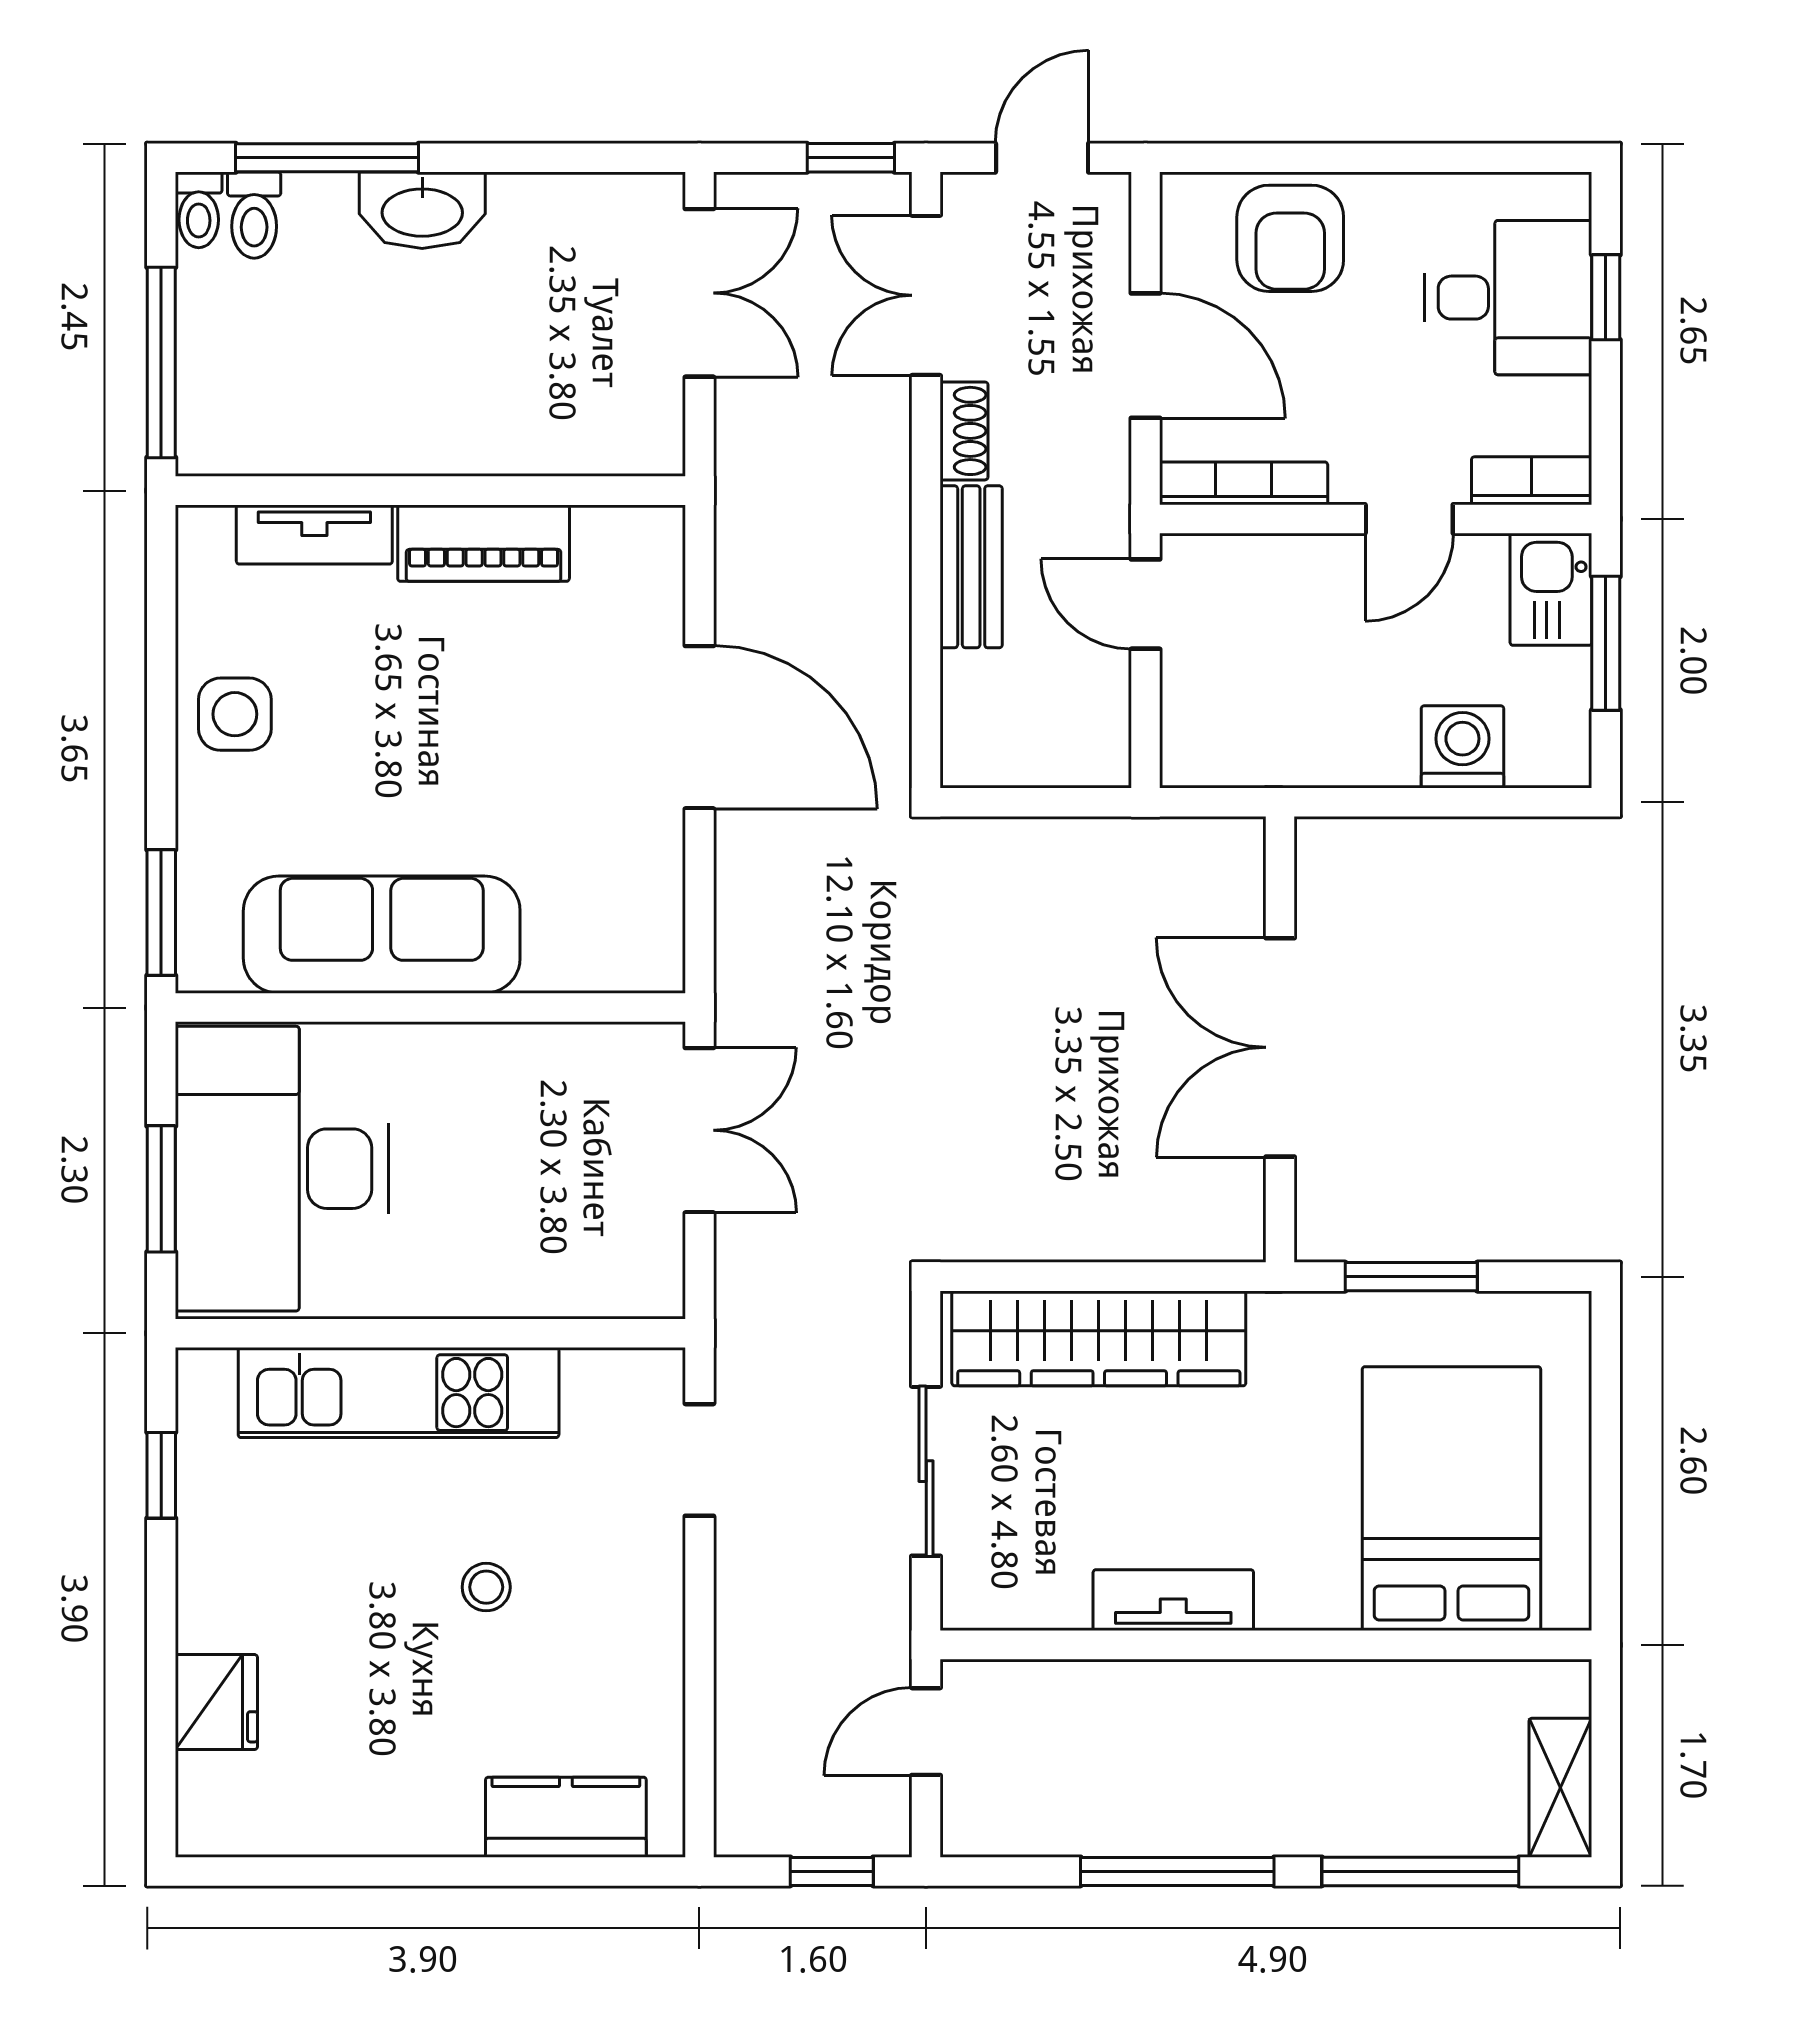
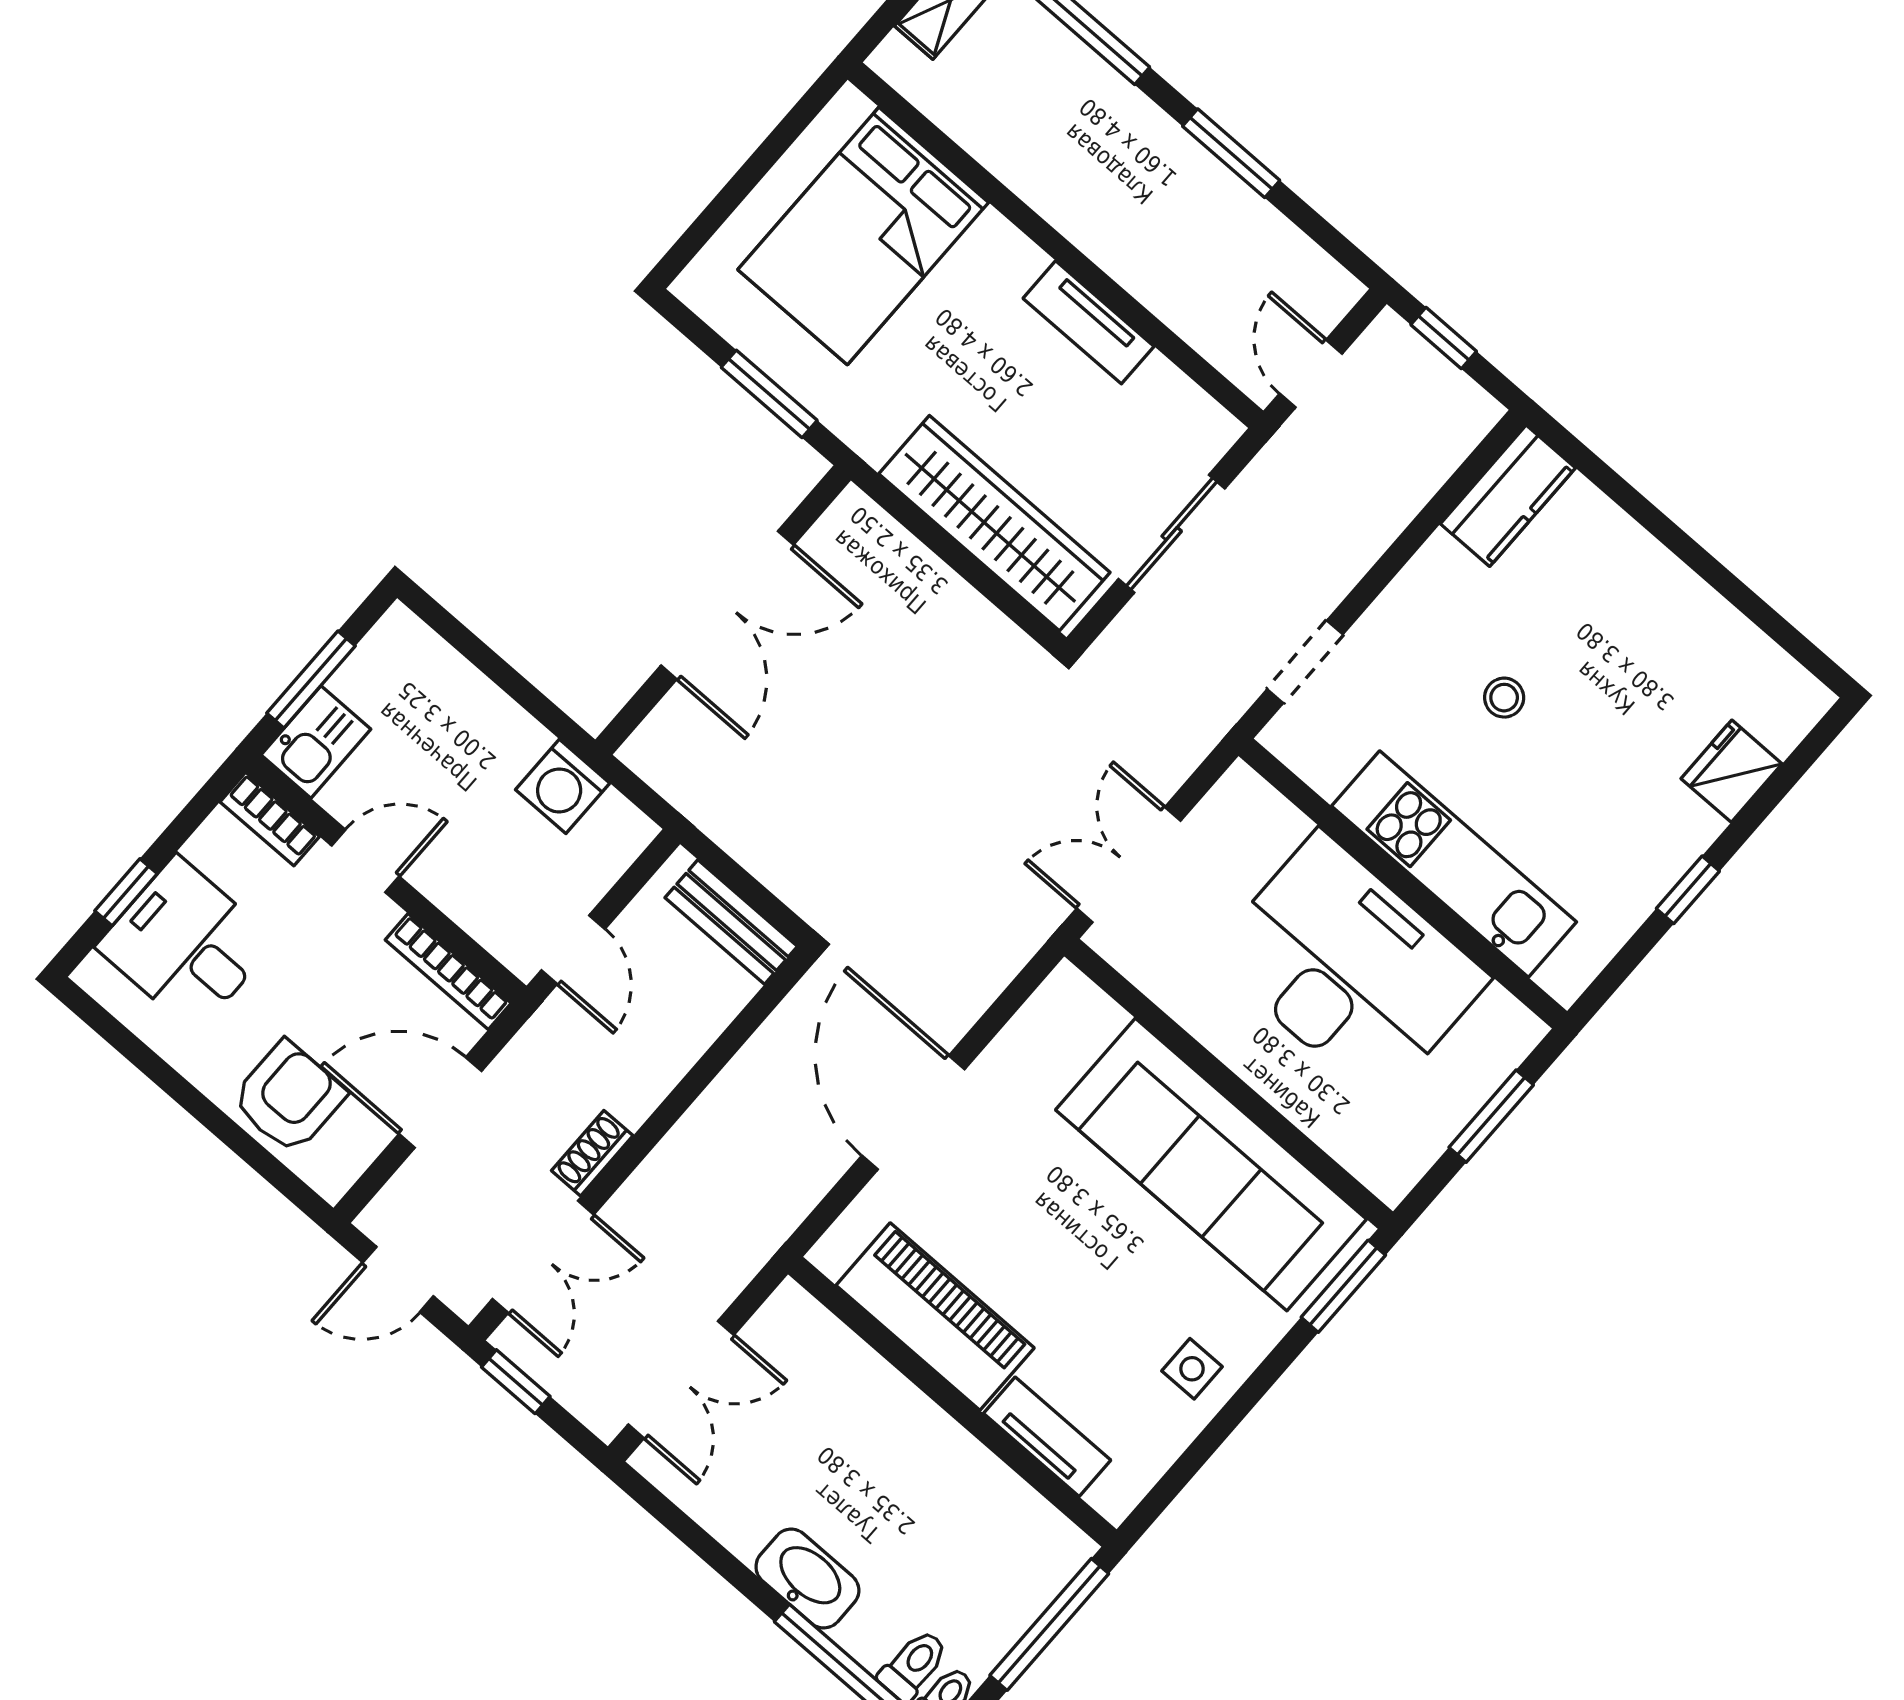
double door: (699, 293) -> (681, 1380), swing flipped
door: (1146, 356) -> (440, 1102), hinge flipped
piano: (484, 543) -> (935, 1317), width x1.37, depth x1.33
bench: (971, 567) -> (731, 922), moved, turned 90
side table: (235, 714) -> (1192, 1369), width x0.73, depth x0.73
washing machine: (1462, 747) -> (563, 786), moved
sofa: (382, 935) -> (1211, 1165), width x1.36, depth x1.27
desk: (282, 1169) -> (1349, 967), moved, turned -90
window: (161, 1475) -> (1688, 890), moved
door: (926, 1732) -> (1311, 374), swing flipped
kitchen counter: (566, 1817) -> (1508, 496), moved, turned -90
window: (1177, 1871) -> (1231, 153), width x0.69

